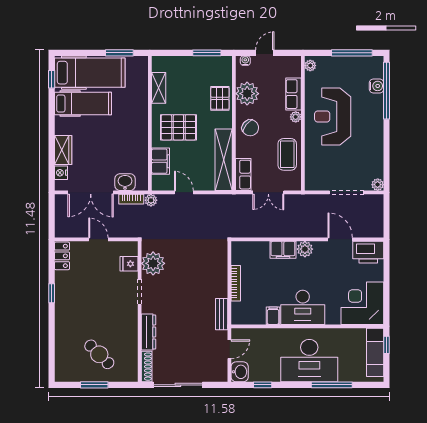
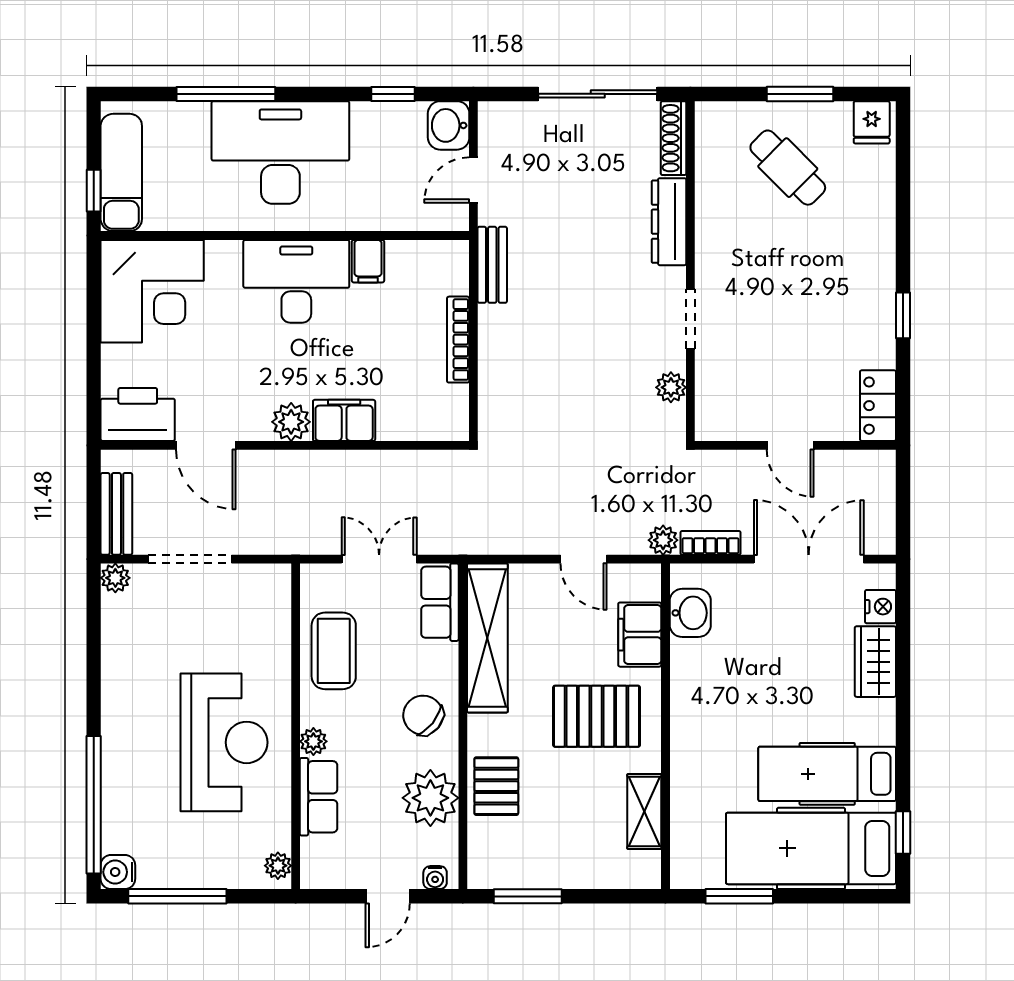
water cooler: (377, 86) -> (118, 872), moved
washbasin: (125, 182) -> (690, 613), moved, turned -90
bench: (377, 211) -> (116, 514), added
plant: (153, 263) -> (671, 387), width x0.53, depth x0.53
fridge: (129, 264) -> (872, 122), moved, turned 90

